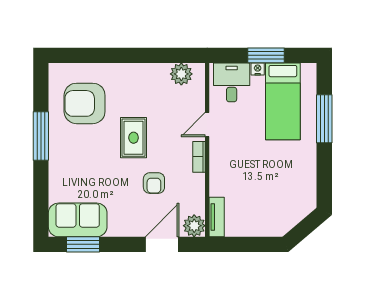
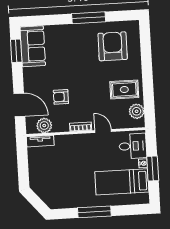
window: (324, 119) -> (94, 212), moved
rug: (134, 138) -> (124, 89), moved
plant: (194, 226) -> (44, 126), moved

